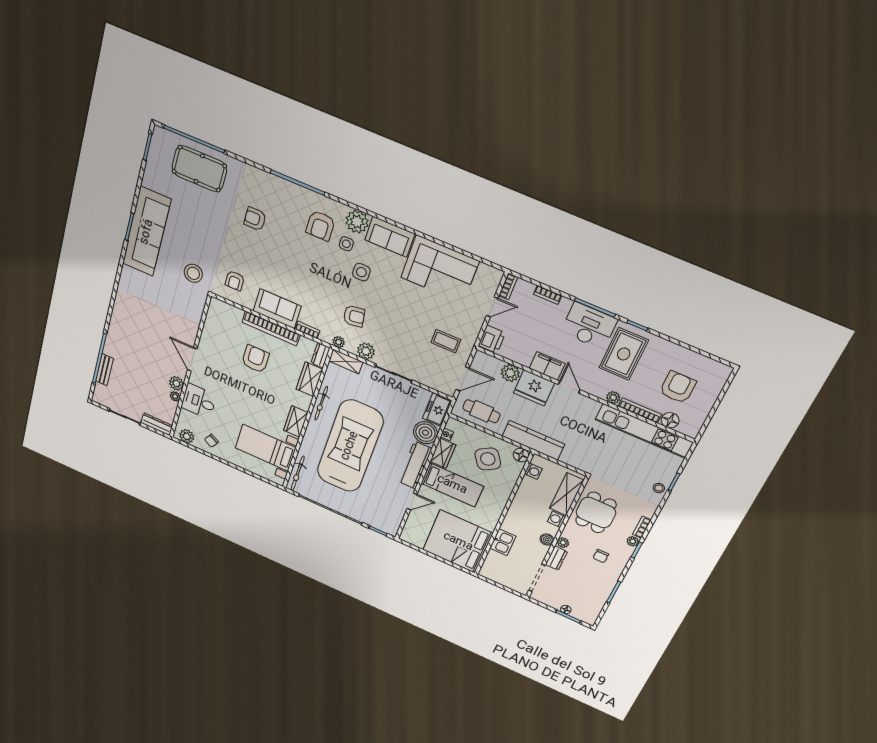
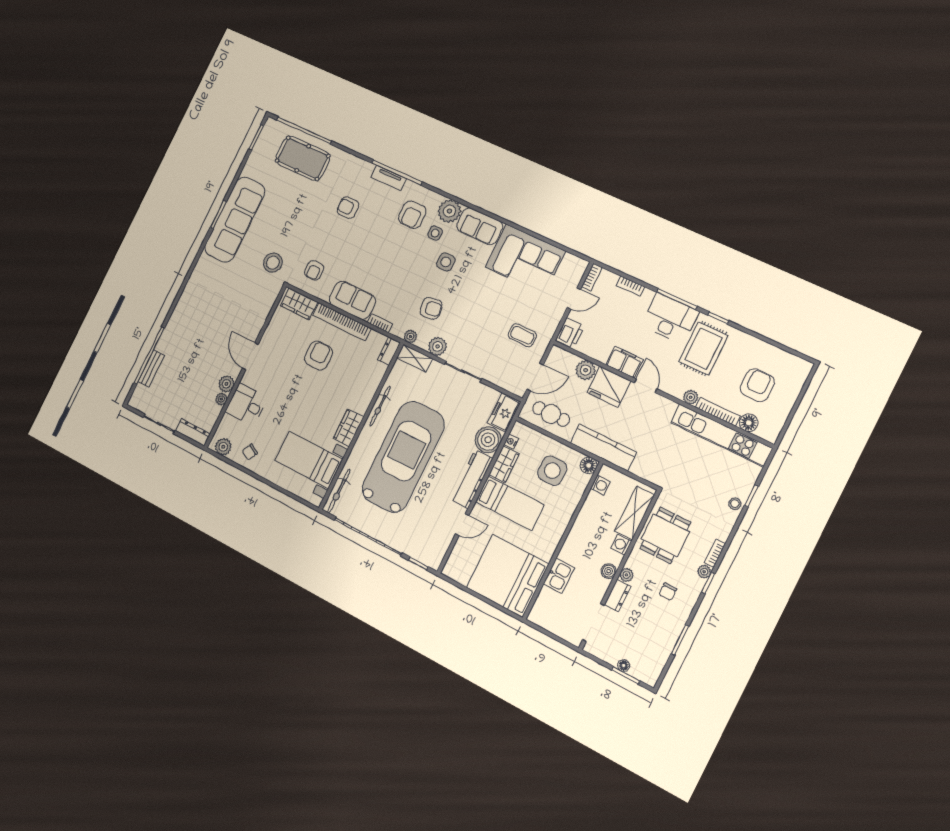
tv unit: (290, 188) -> (389, 178), added
wardrobe: (309, 379) -> (299, 304), moved, turned -90
side table: (488, 459) -> (552, 471), turned 33

